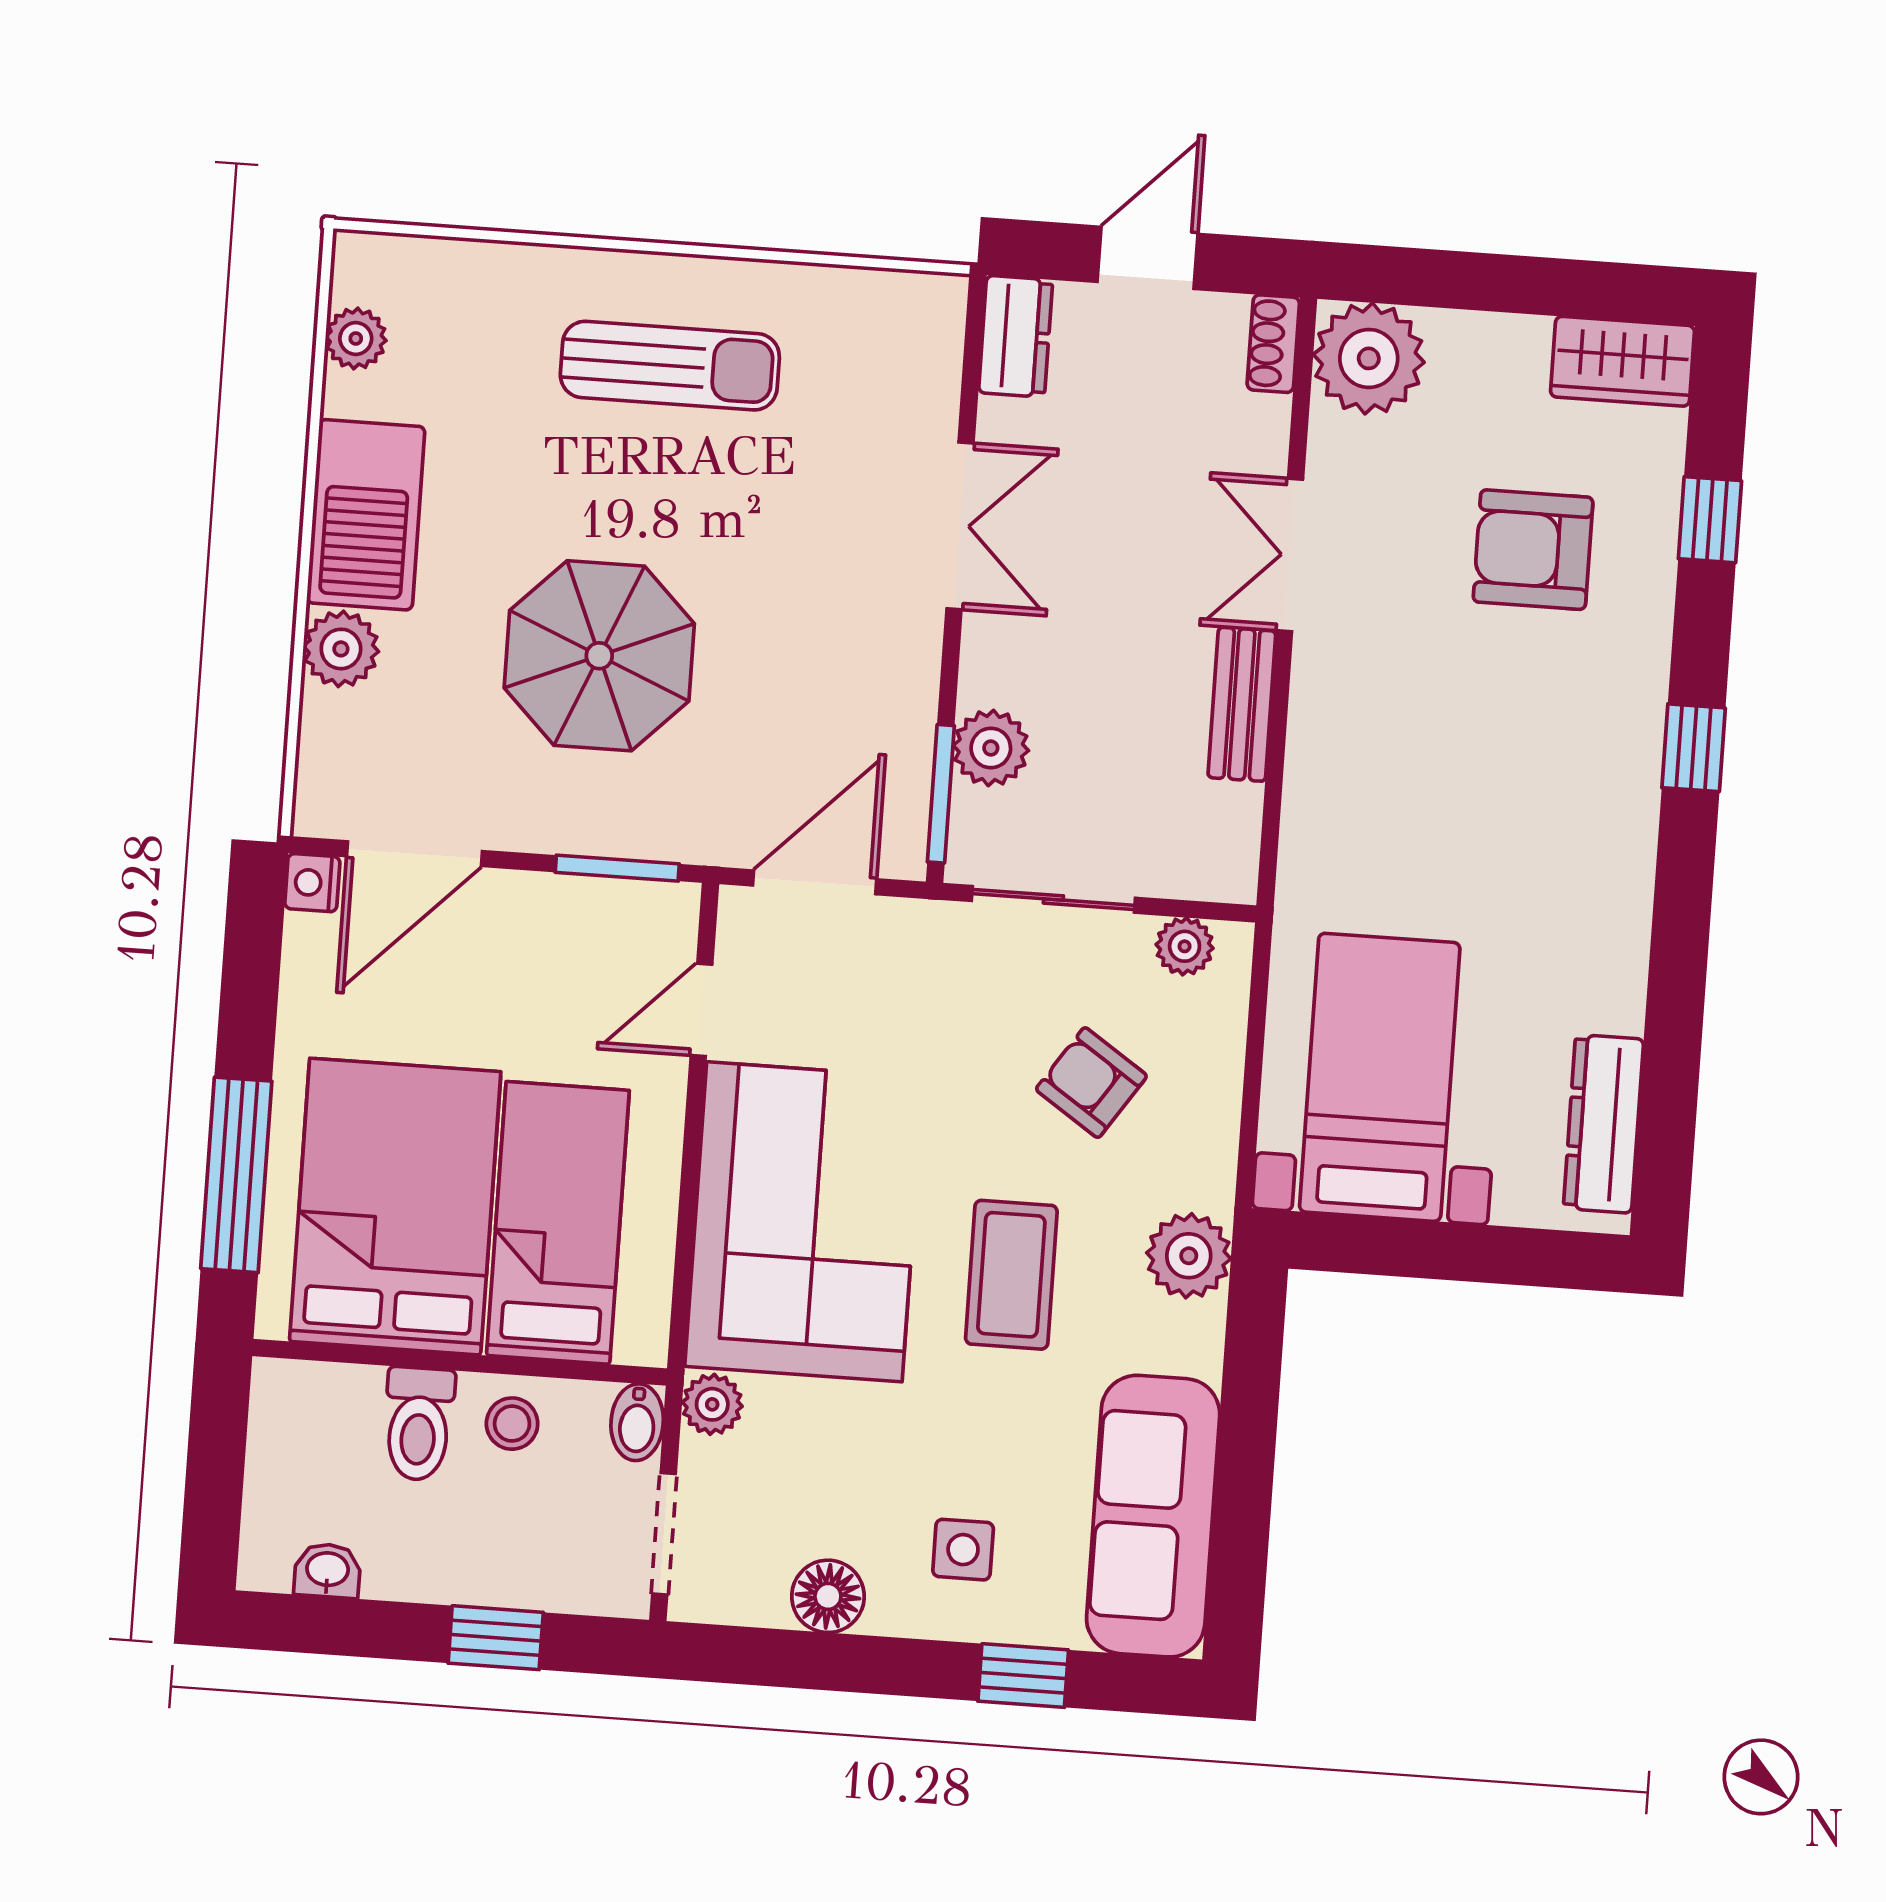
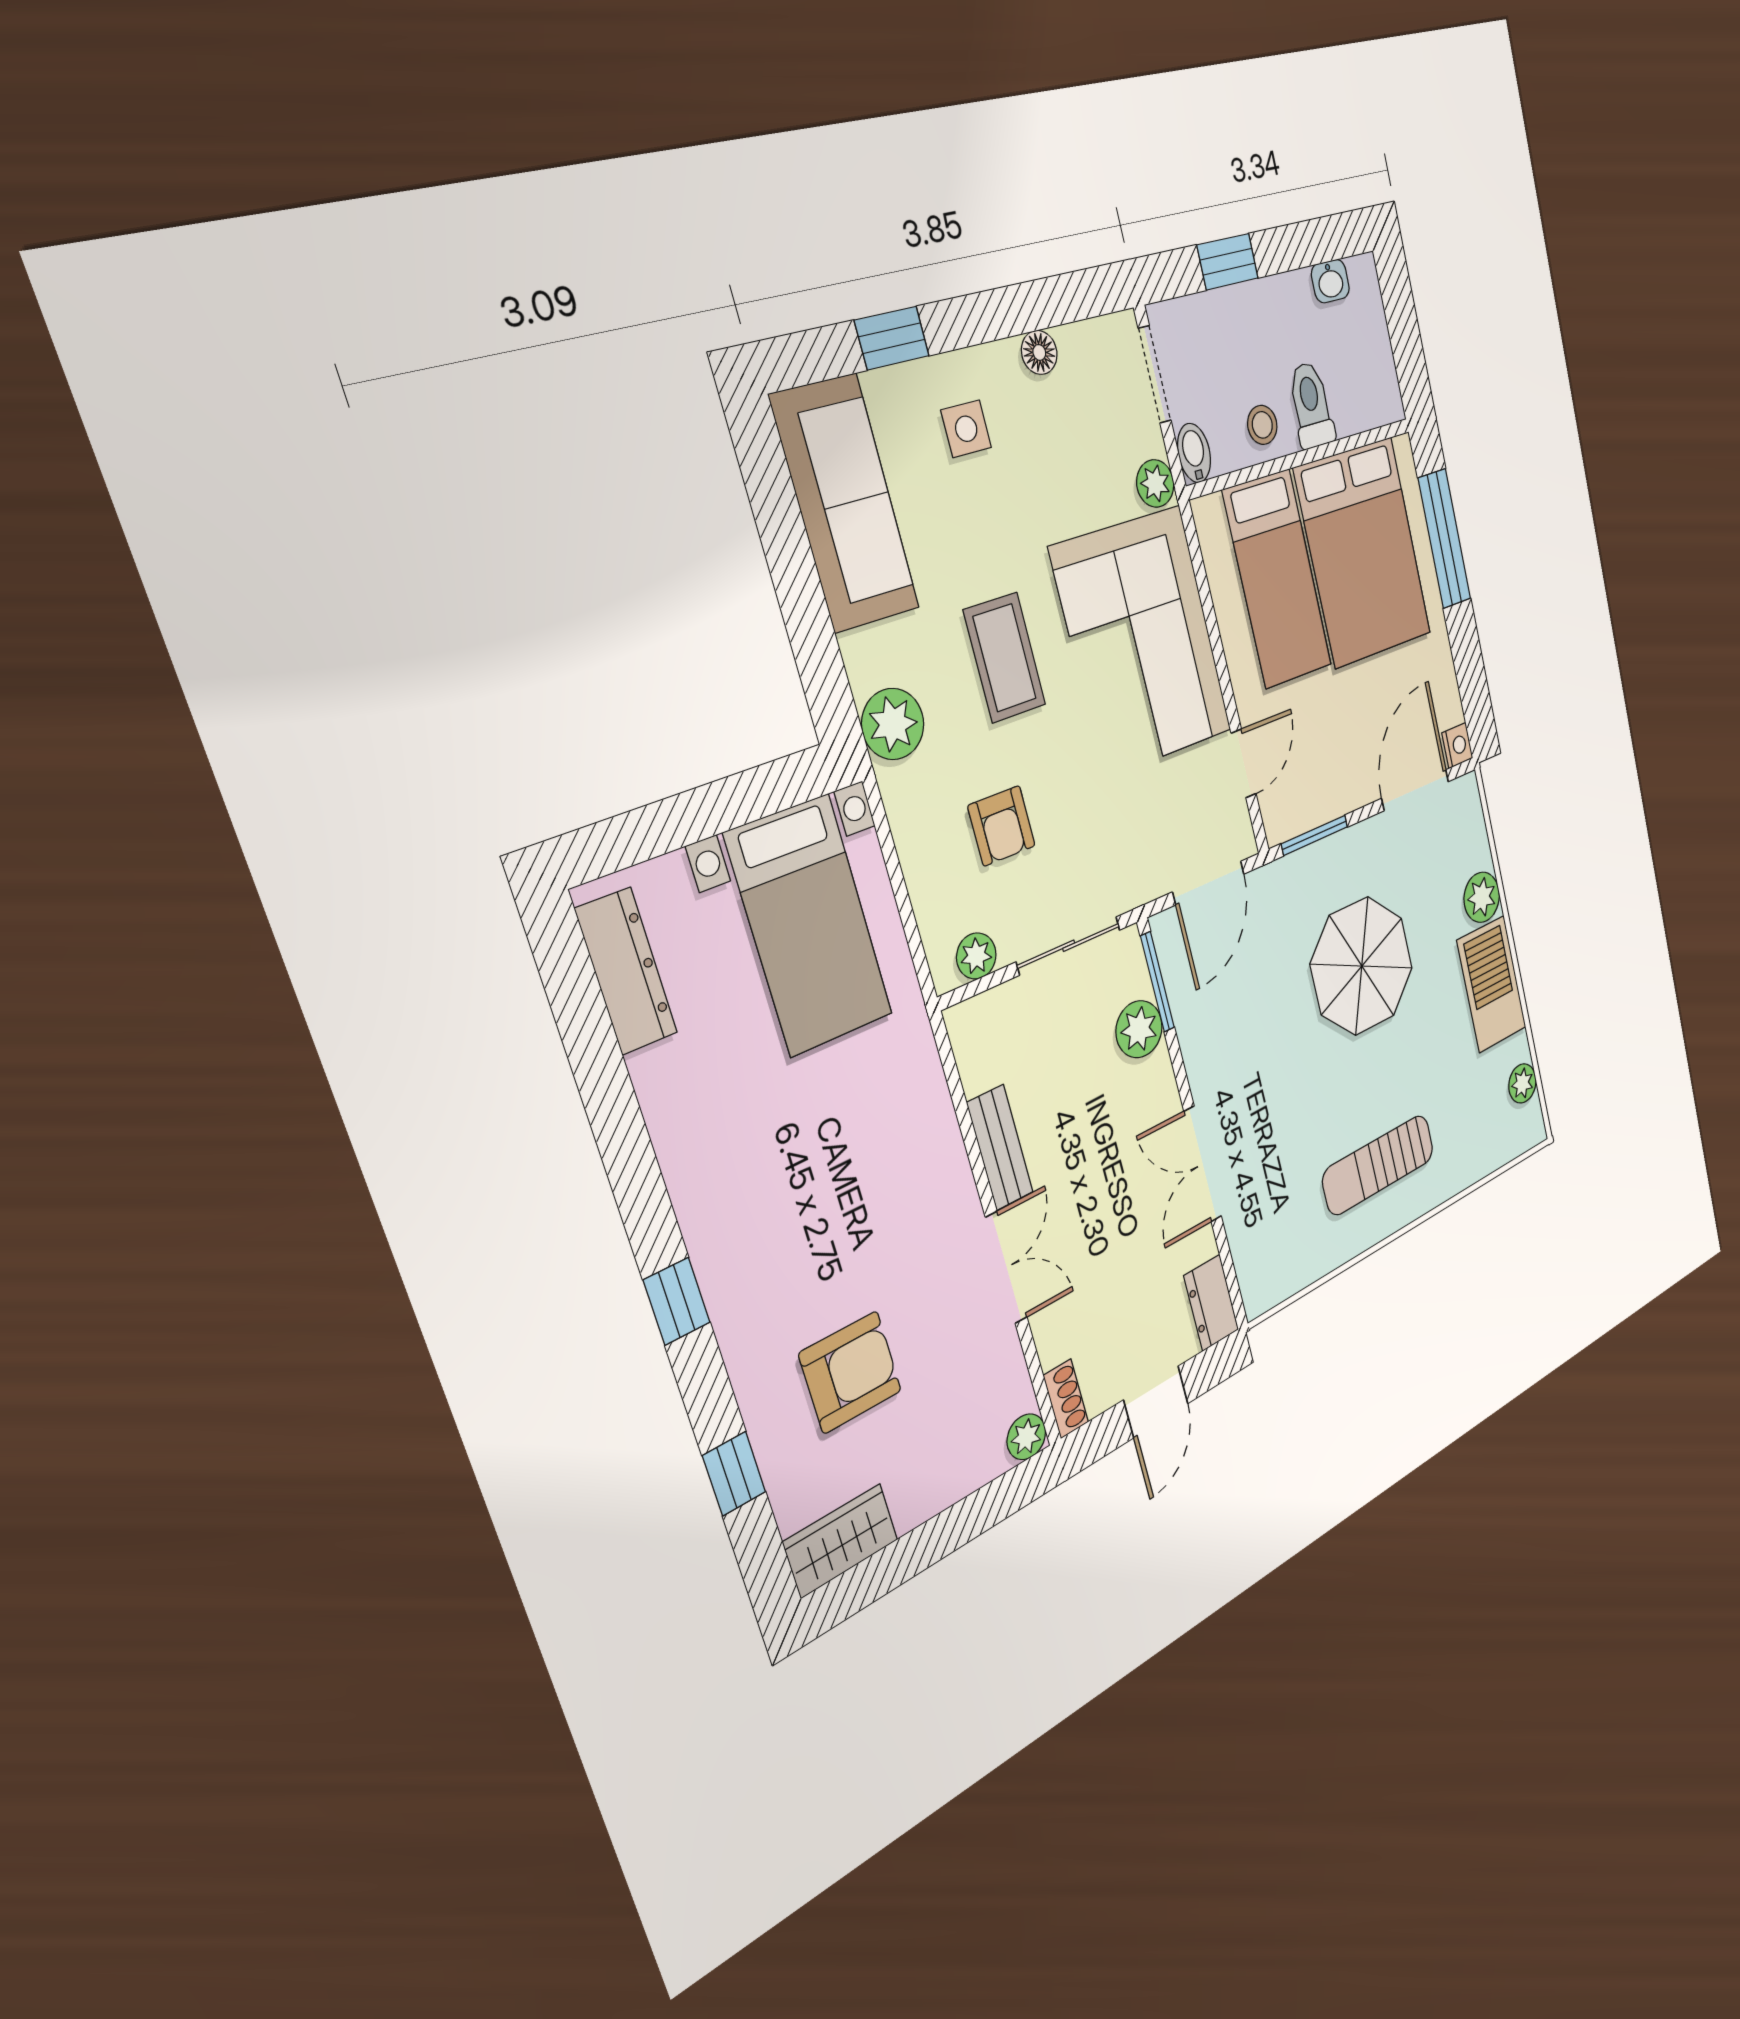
plant: (1369, 358) -> (1026, 1437), width x0.53, depth x0.53
armchair: (1091, 1083) -> (1002, 826), turned 56
floor lamp: (828, 1596) -> (1039, 352), width x0.73, depth x0.73

